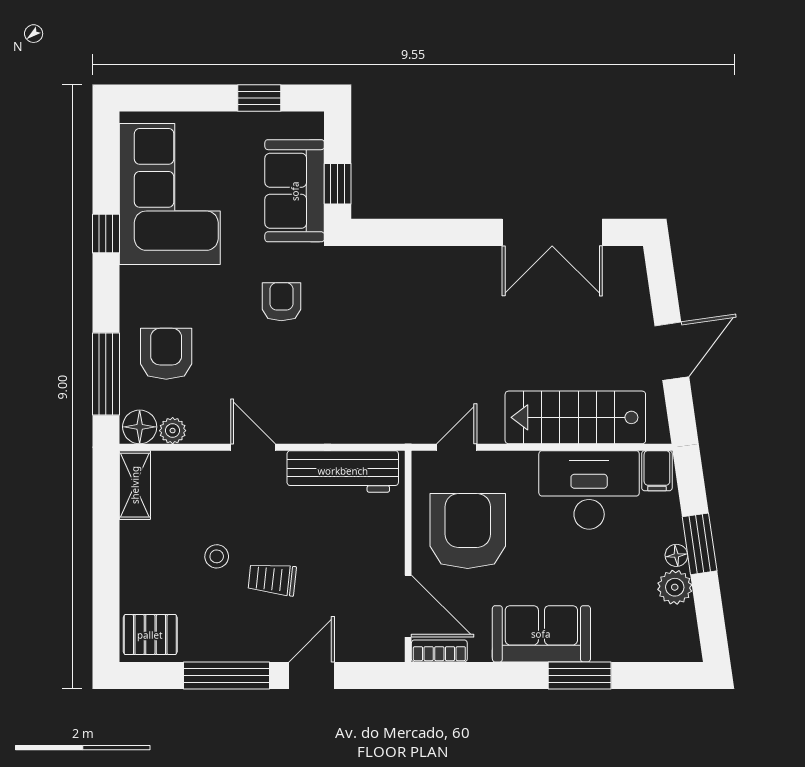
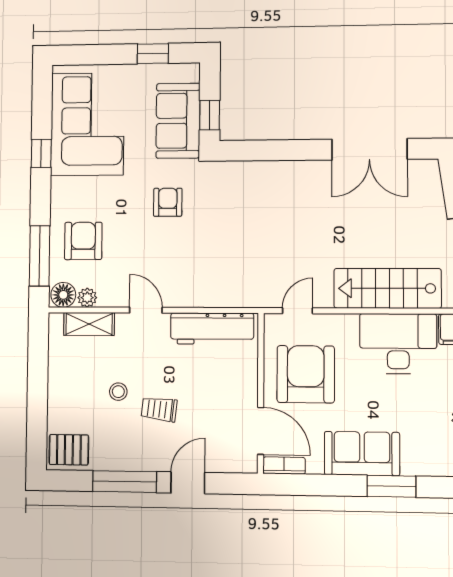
shelving: (135, 485) -> (89, 324), moved, turned 90

